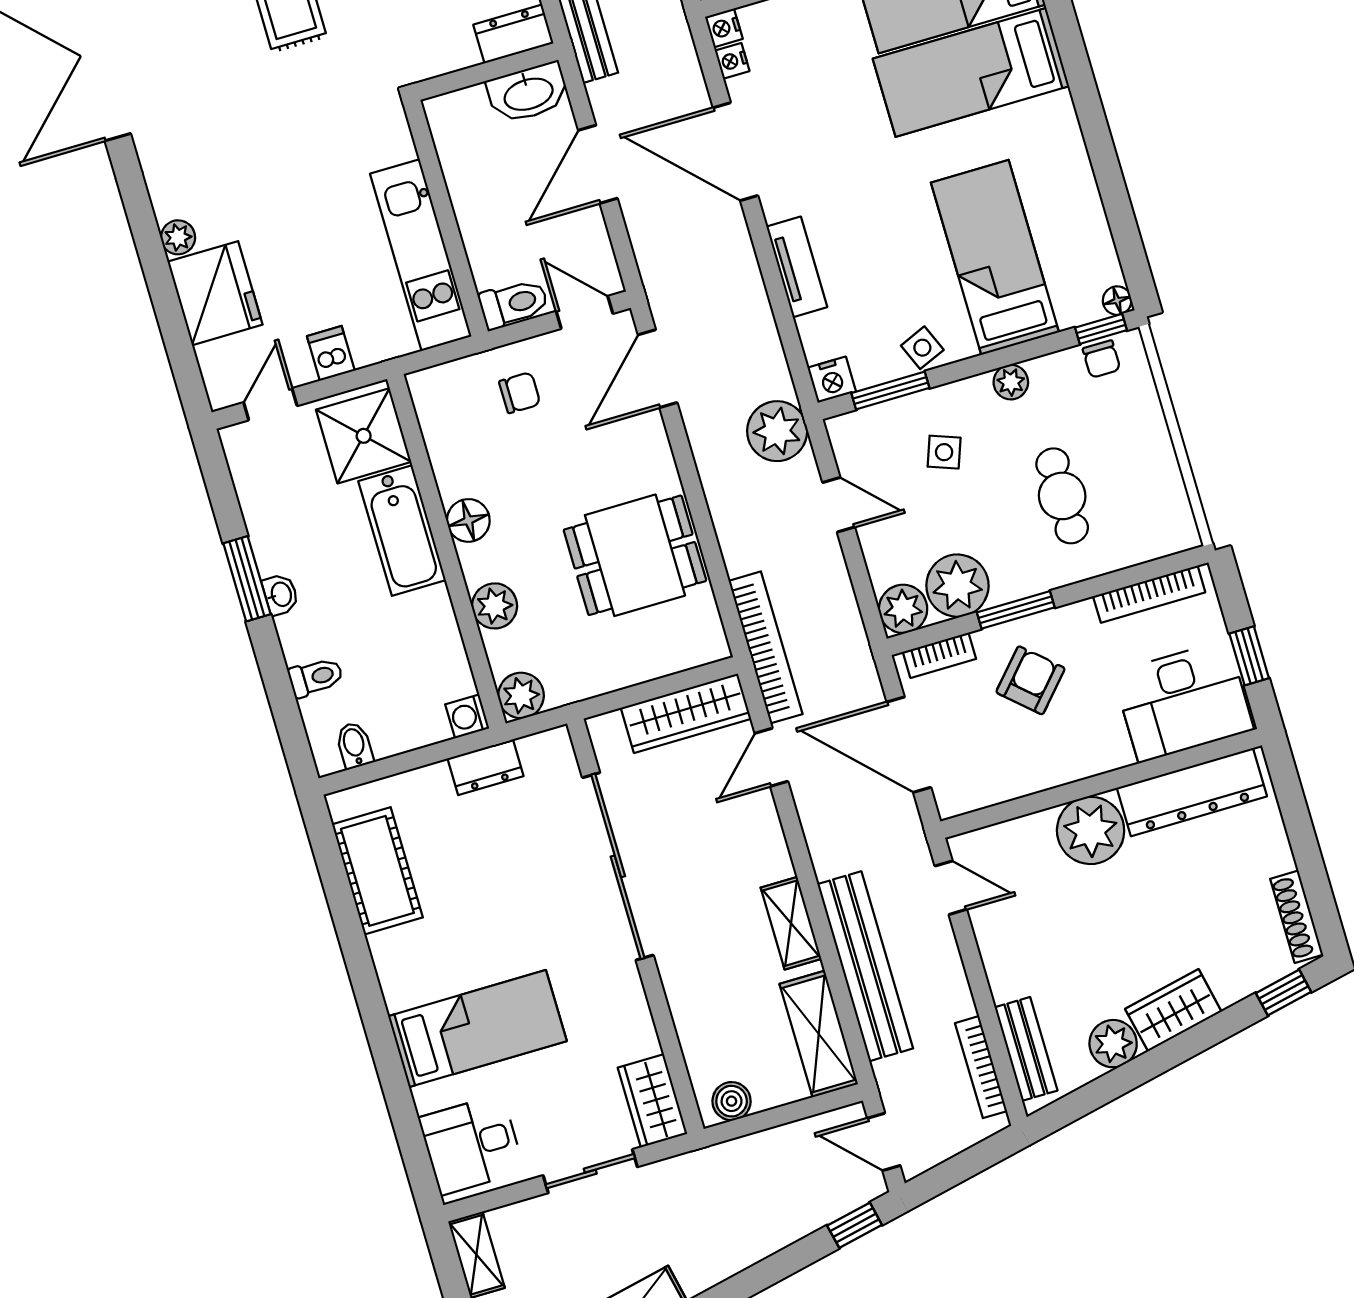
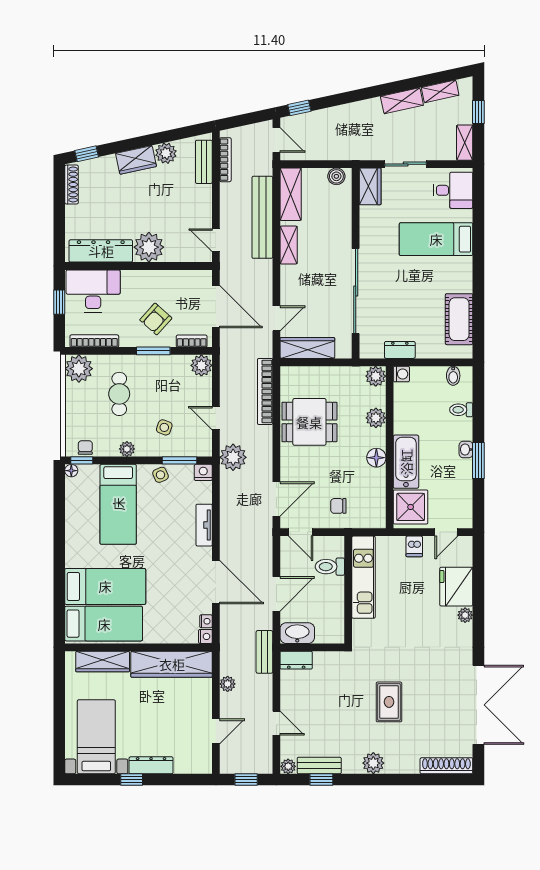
toilet: (514, 304) -> (330, 567), moved
plant: (957, 586) -> (79, 369), moved
bookcase: (766, 647) -> (265, 391), moved

